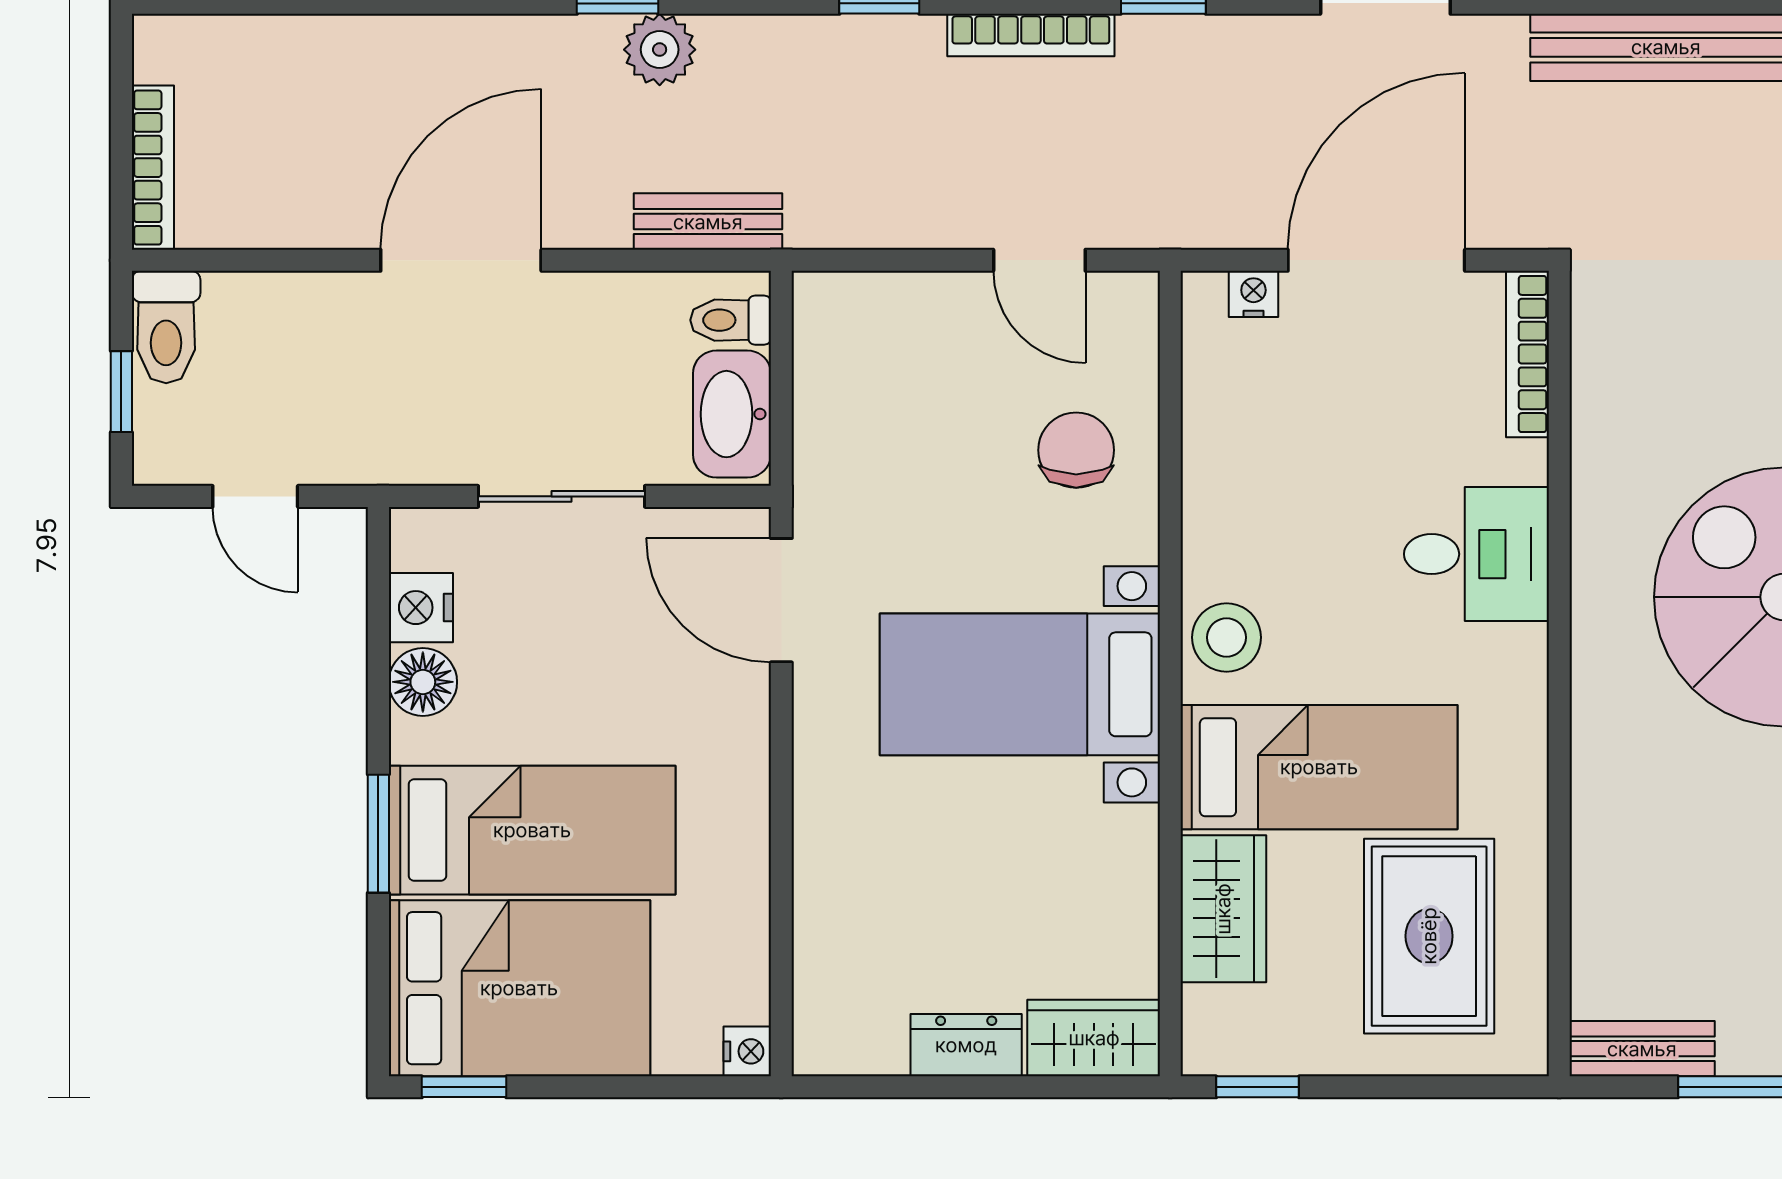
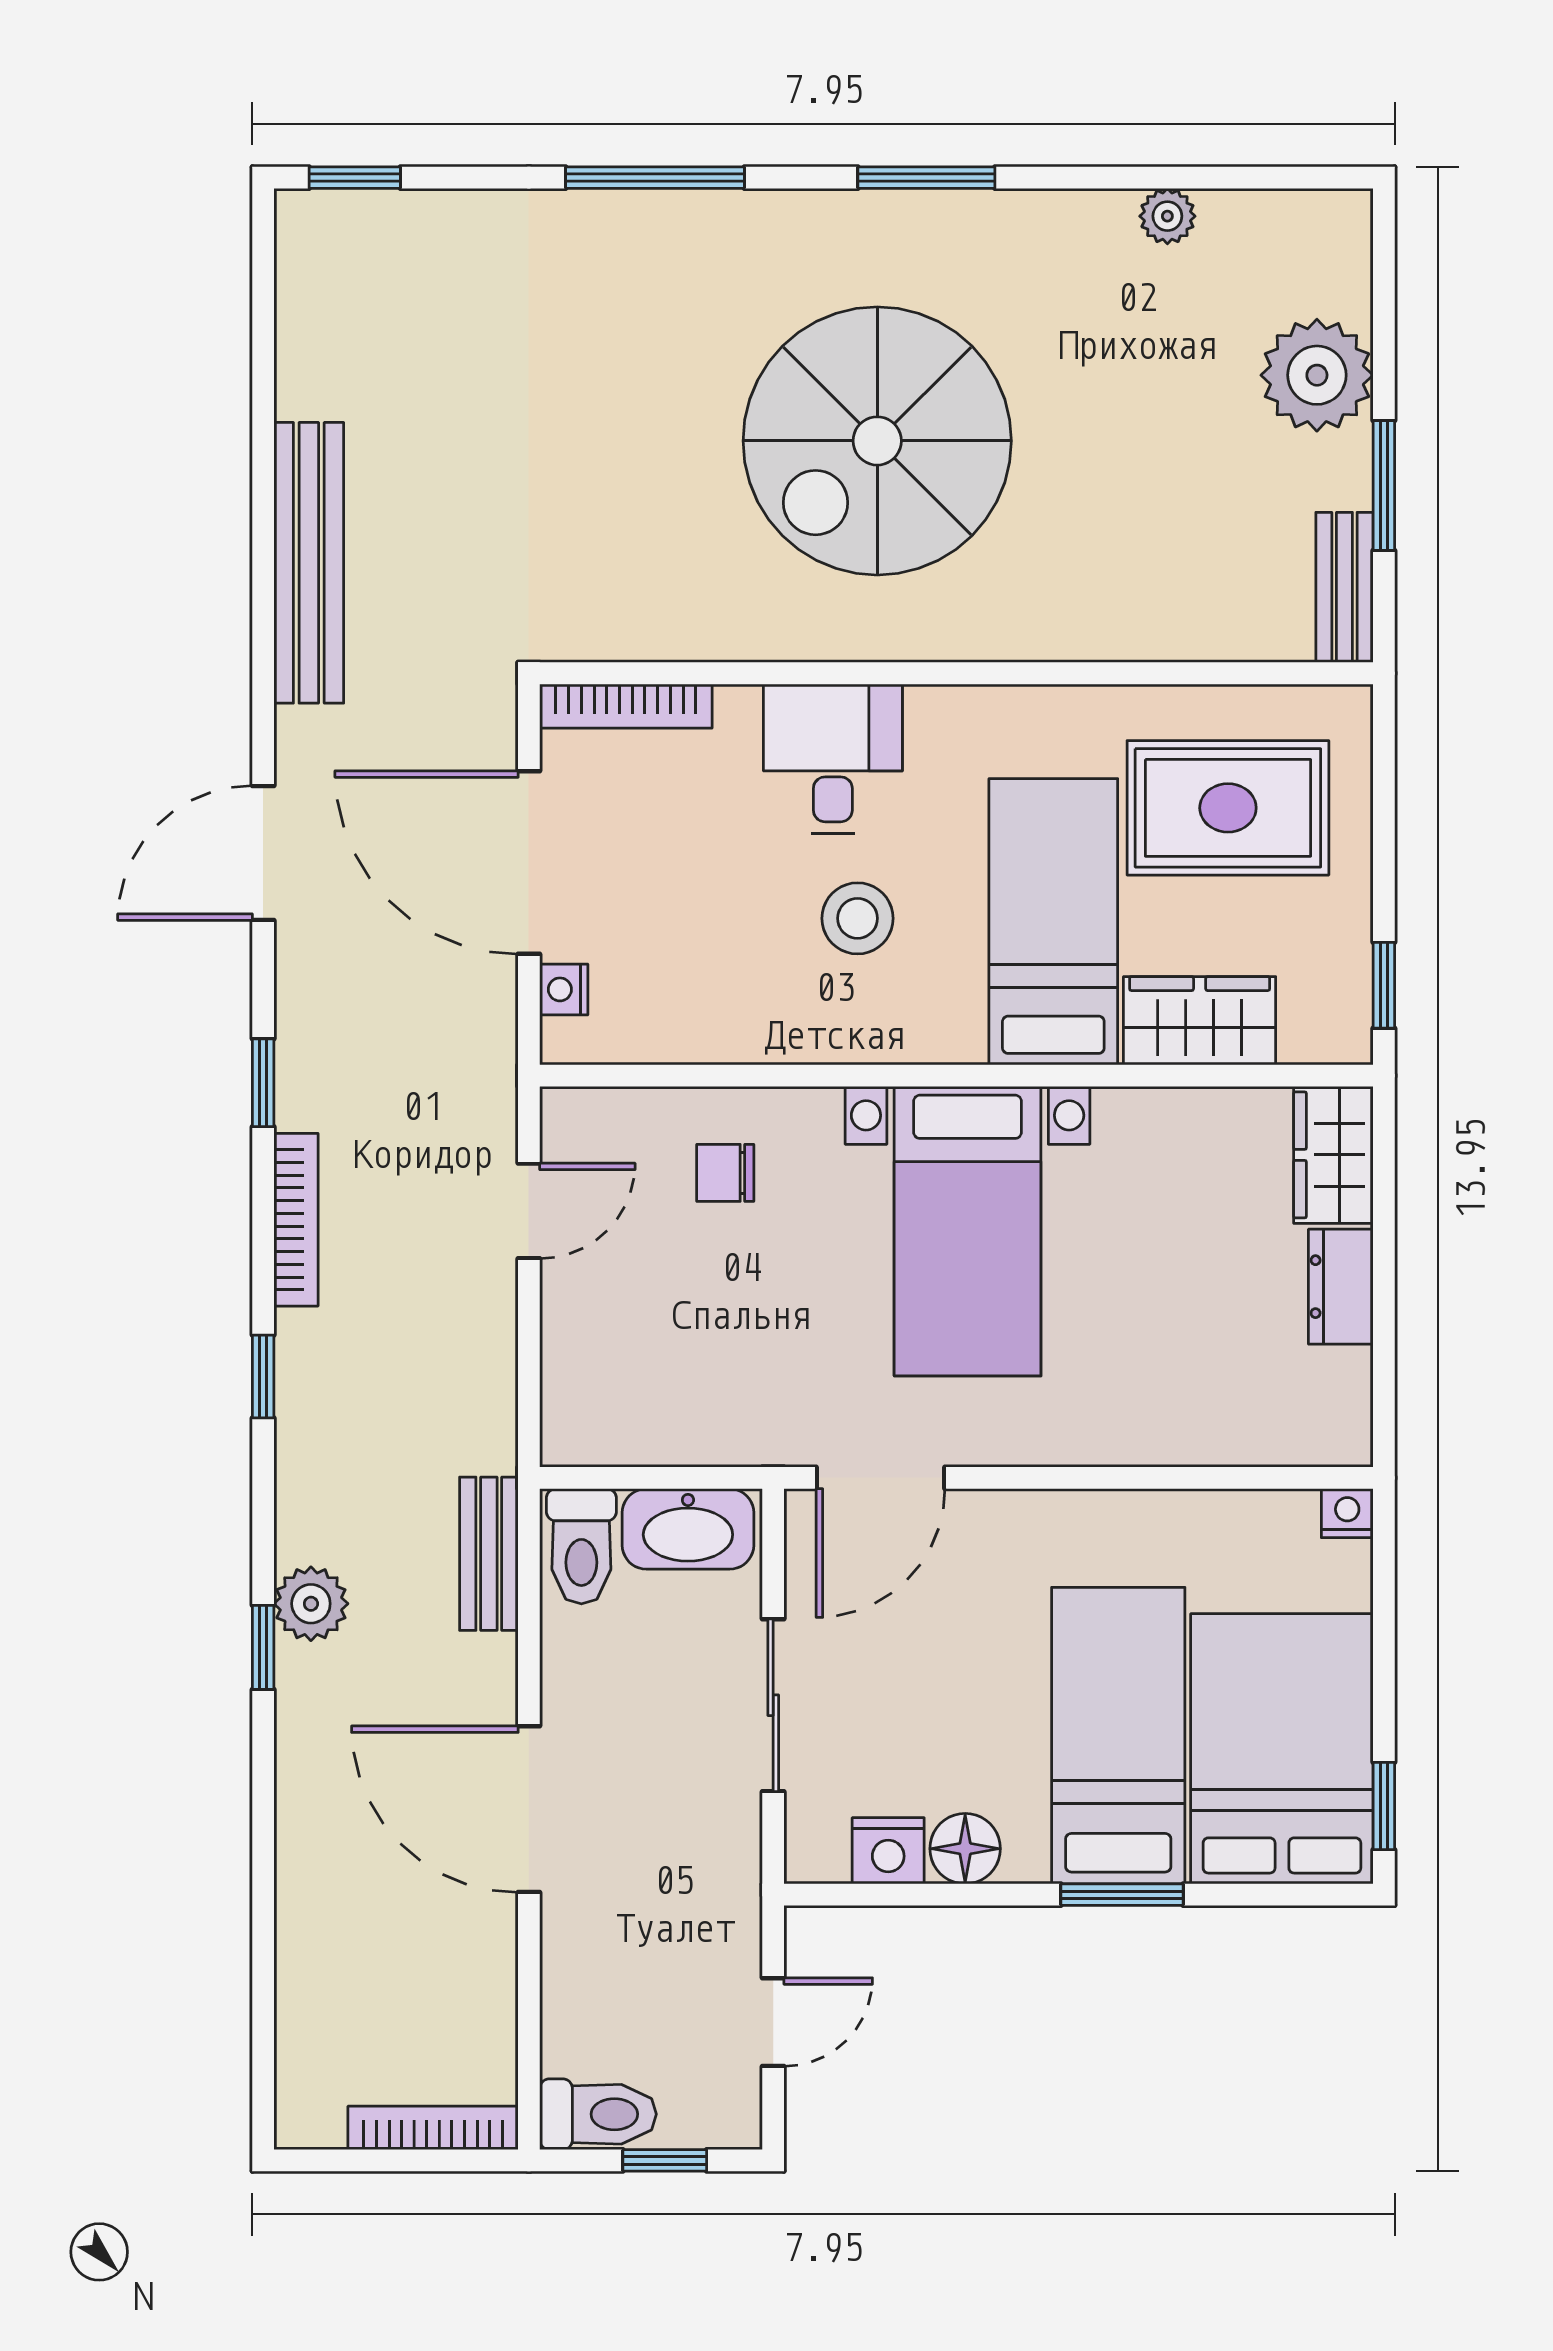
toilet: (731, 320) -> (581, 1546), width x1.37, depth x1.39
chair: (1076, 450) -> (725, 1173), width x0.73, depth x0.73
stool: (1227, 637) -> (858, 918), moved

